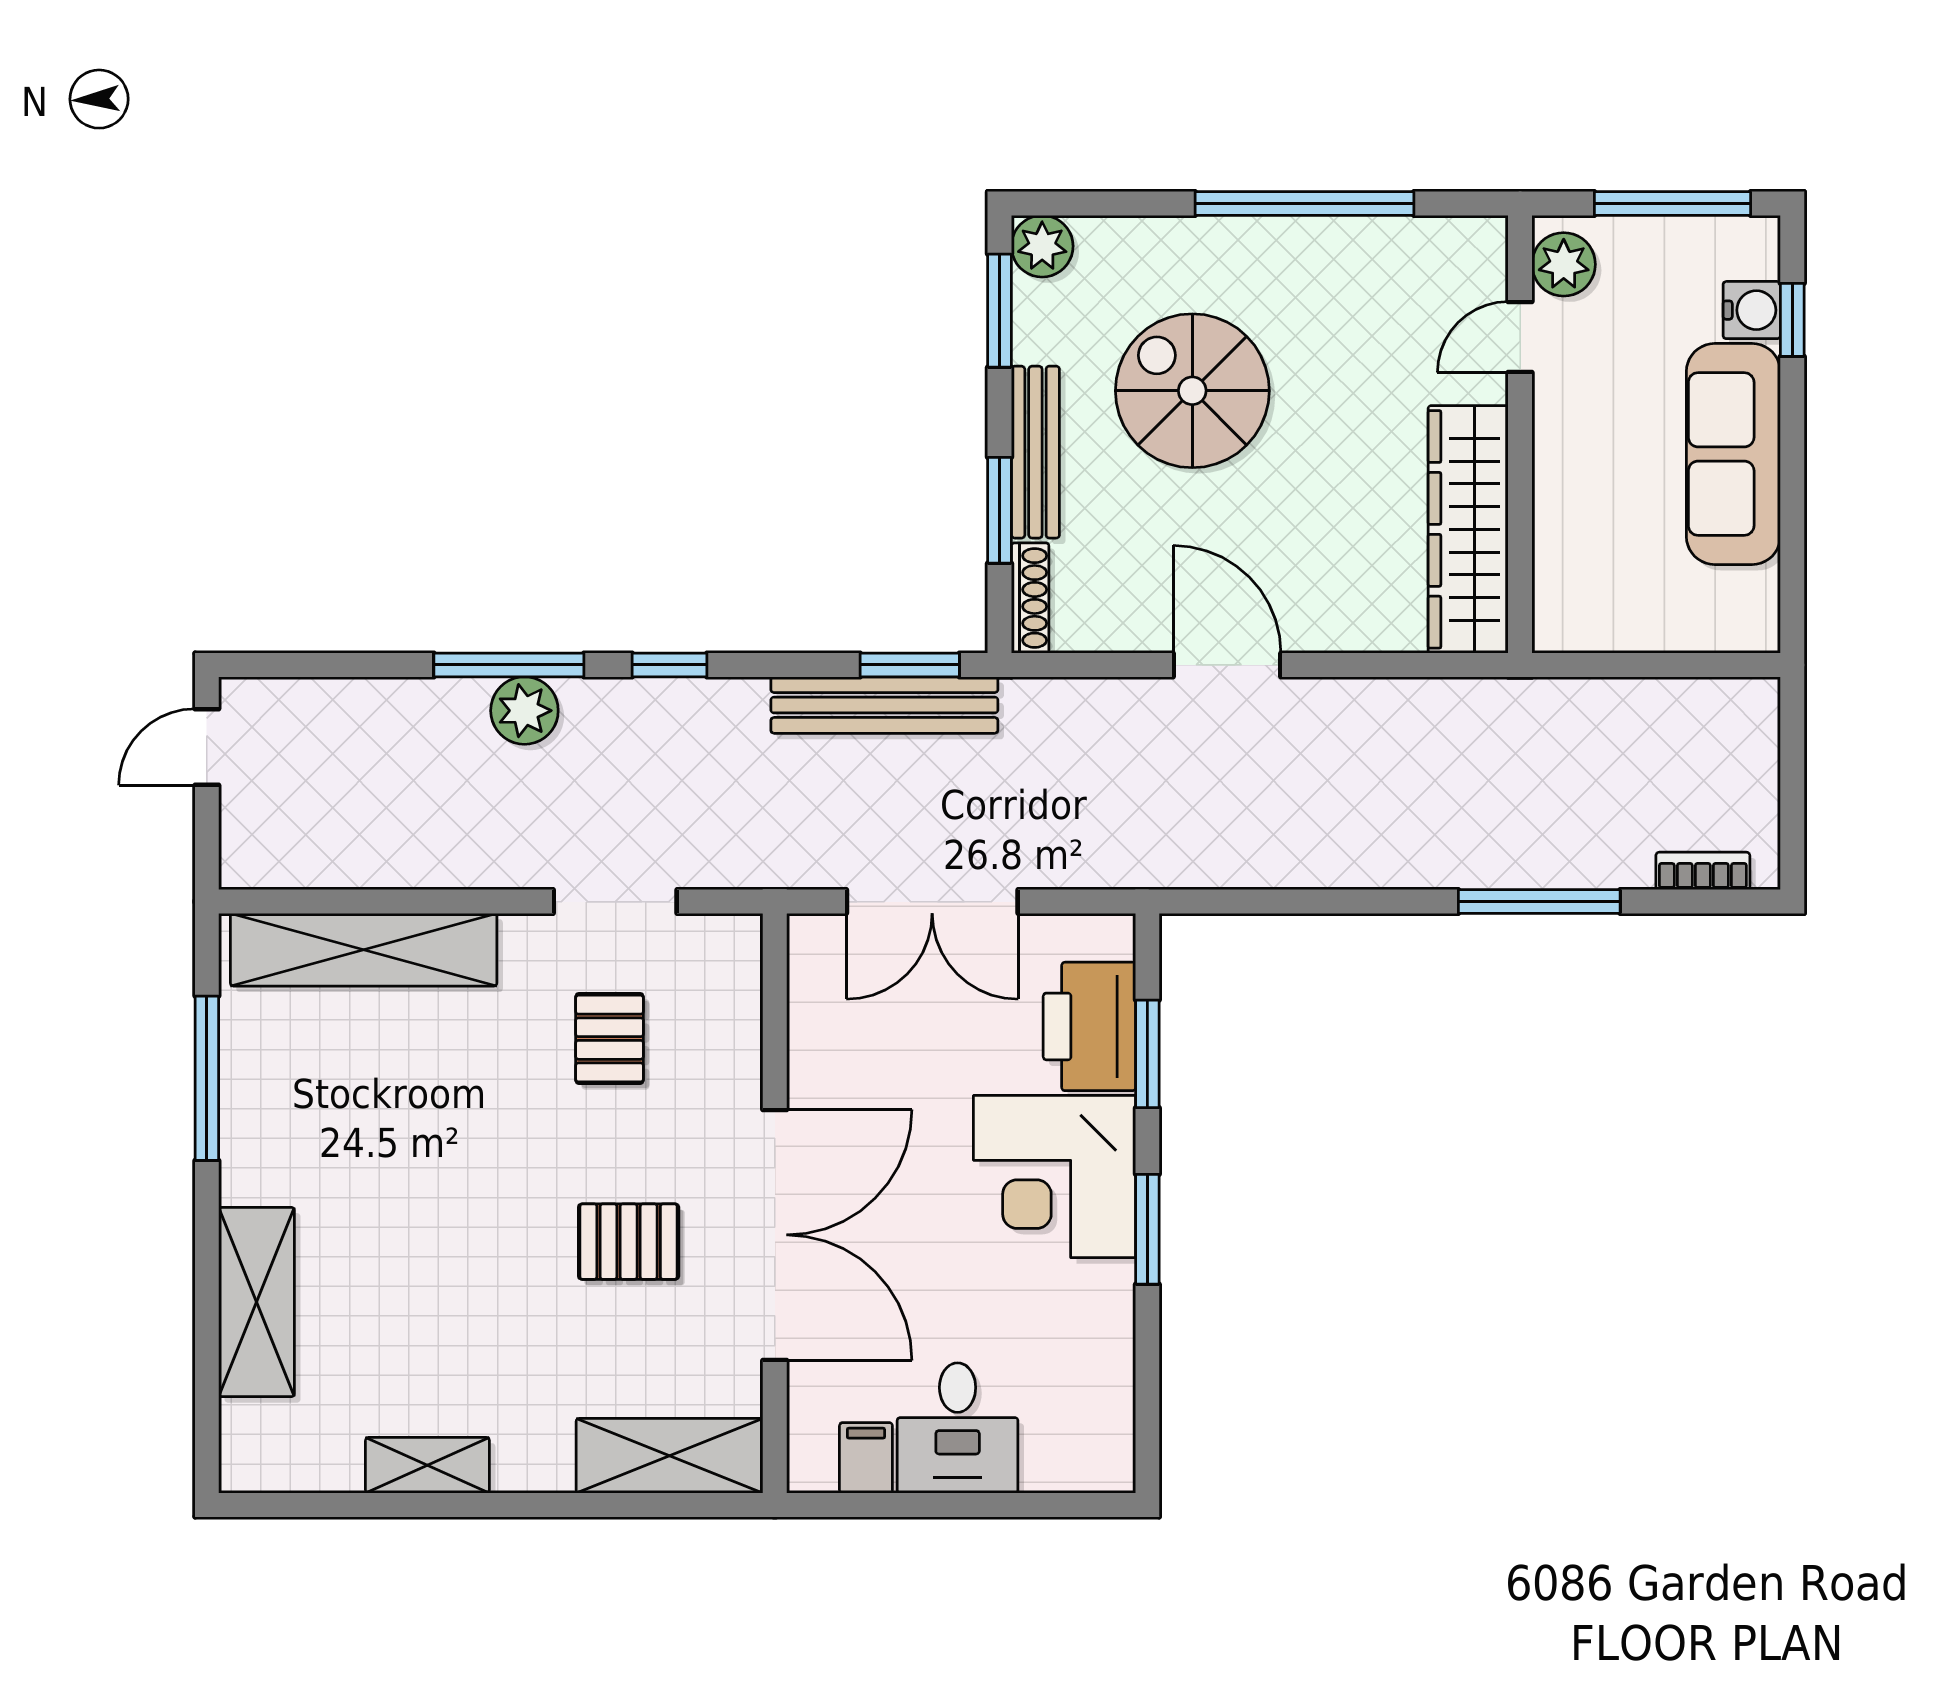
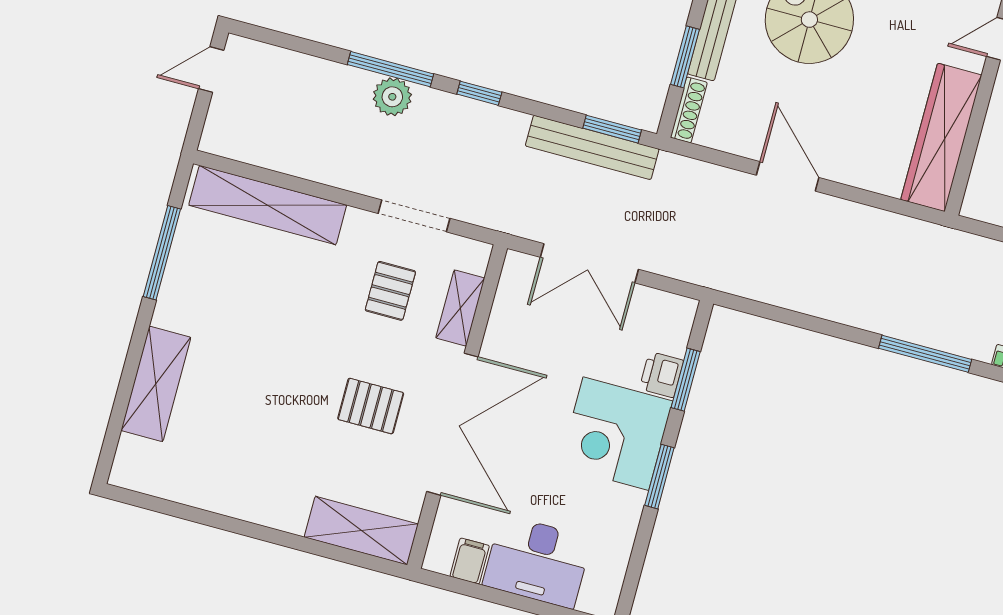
printer: (1089, 1026) -> (661, 375), width x0.53, depth x0.68
desk: (958, 1428) -> (537, 562), width x1.37
shelving: (427, 1465) -> (460, 308), moved, turned 90

